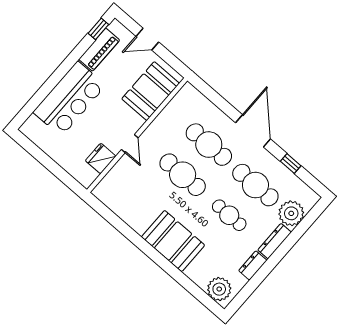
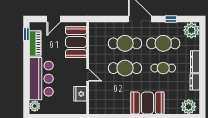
plant: (32, 125) -> (35, 106), added
plant: (291, 213) -> (191, 30), moved

